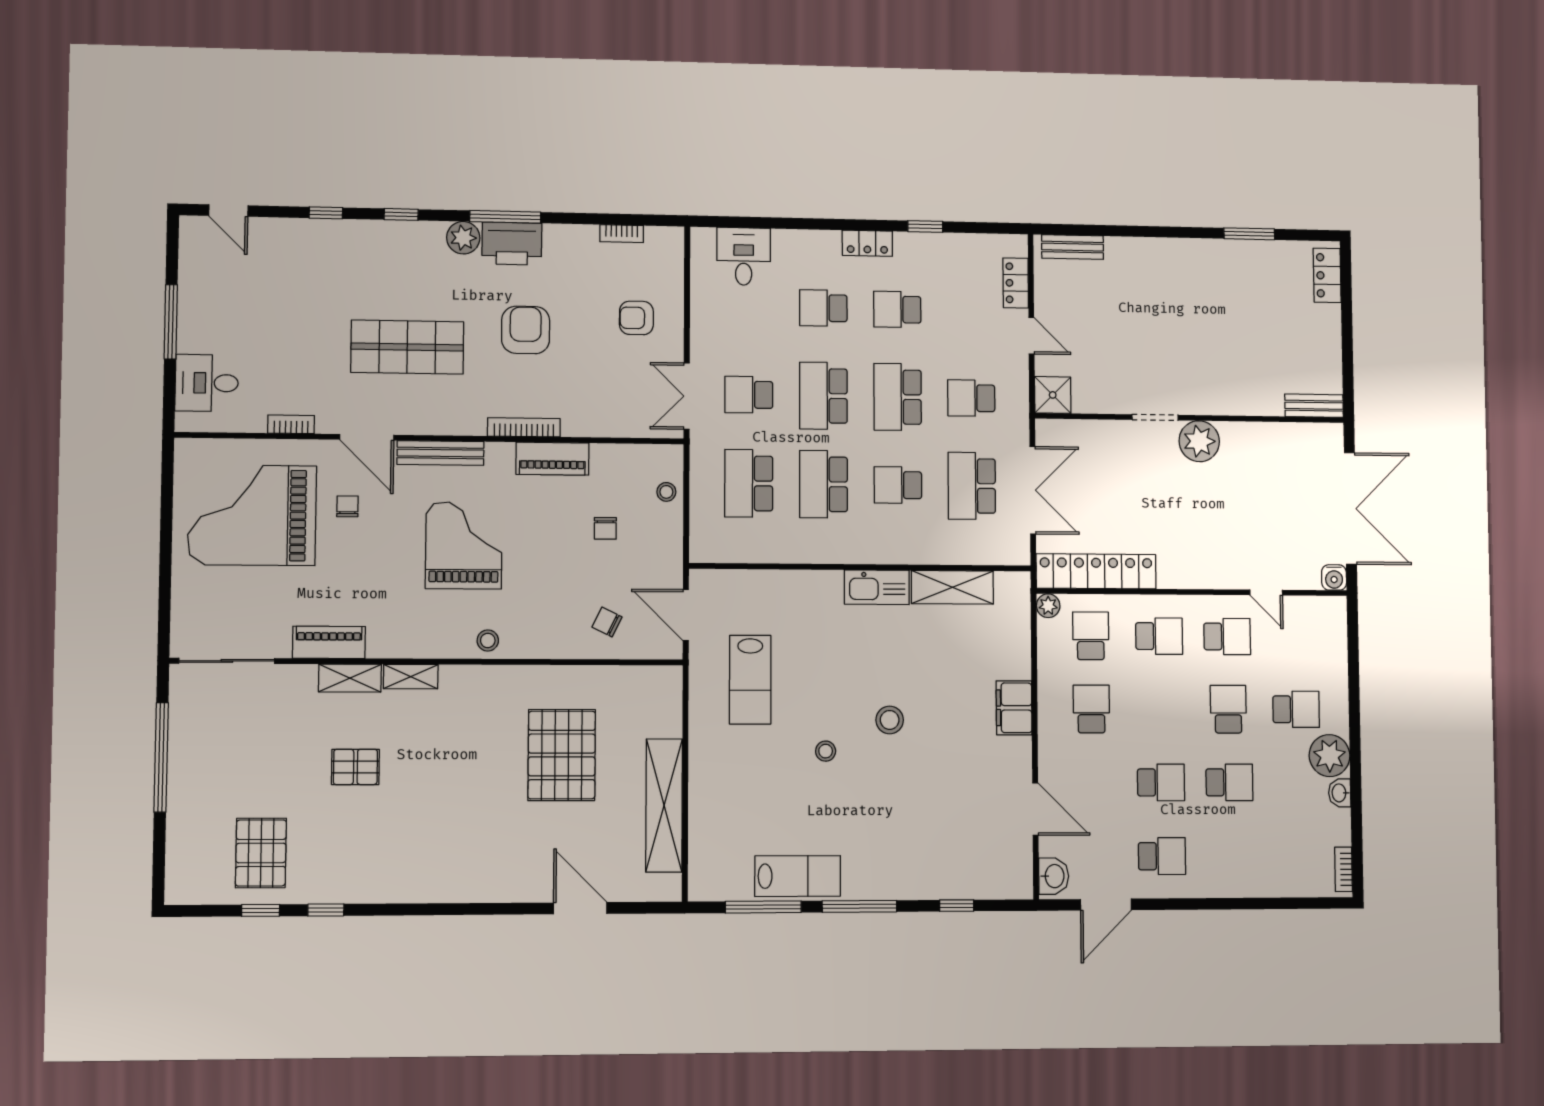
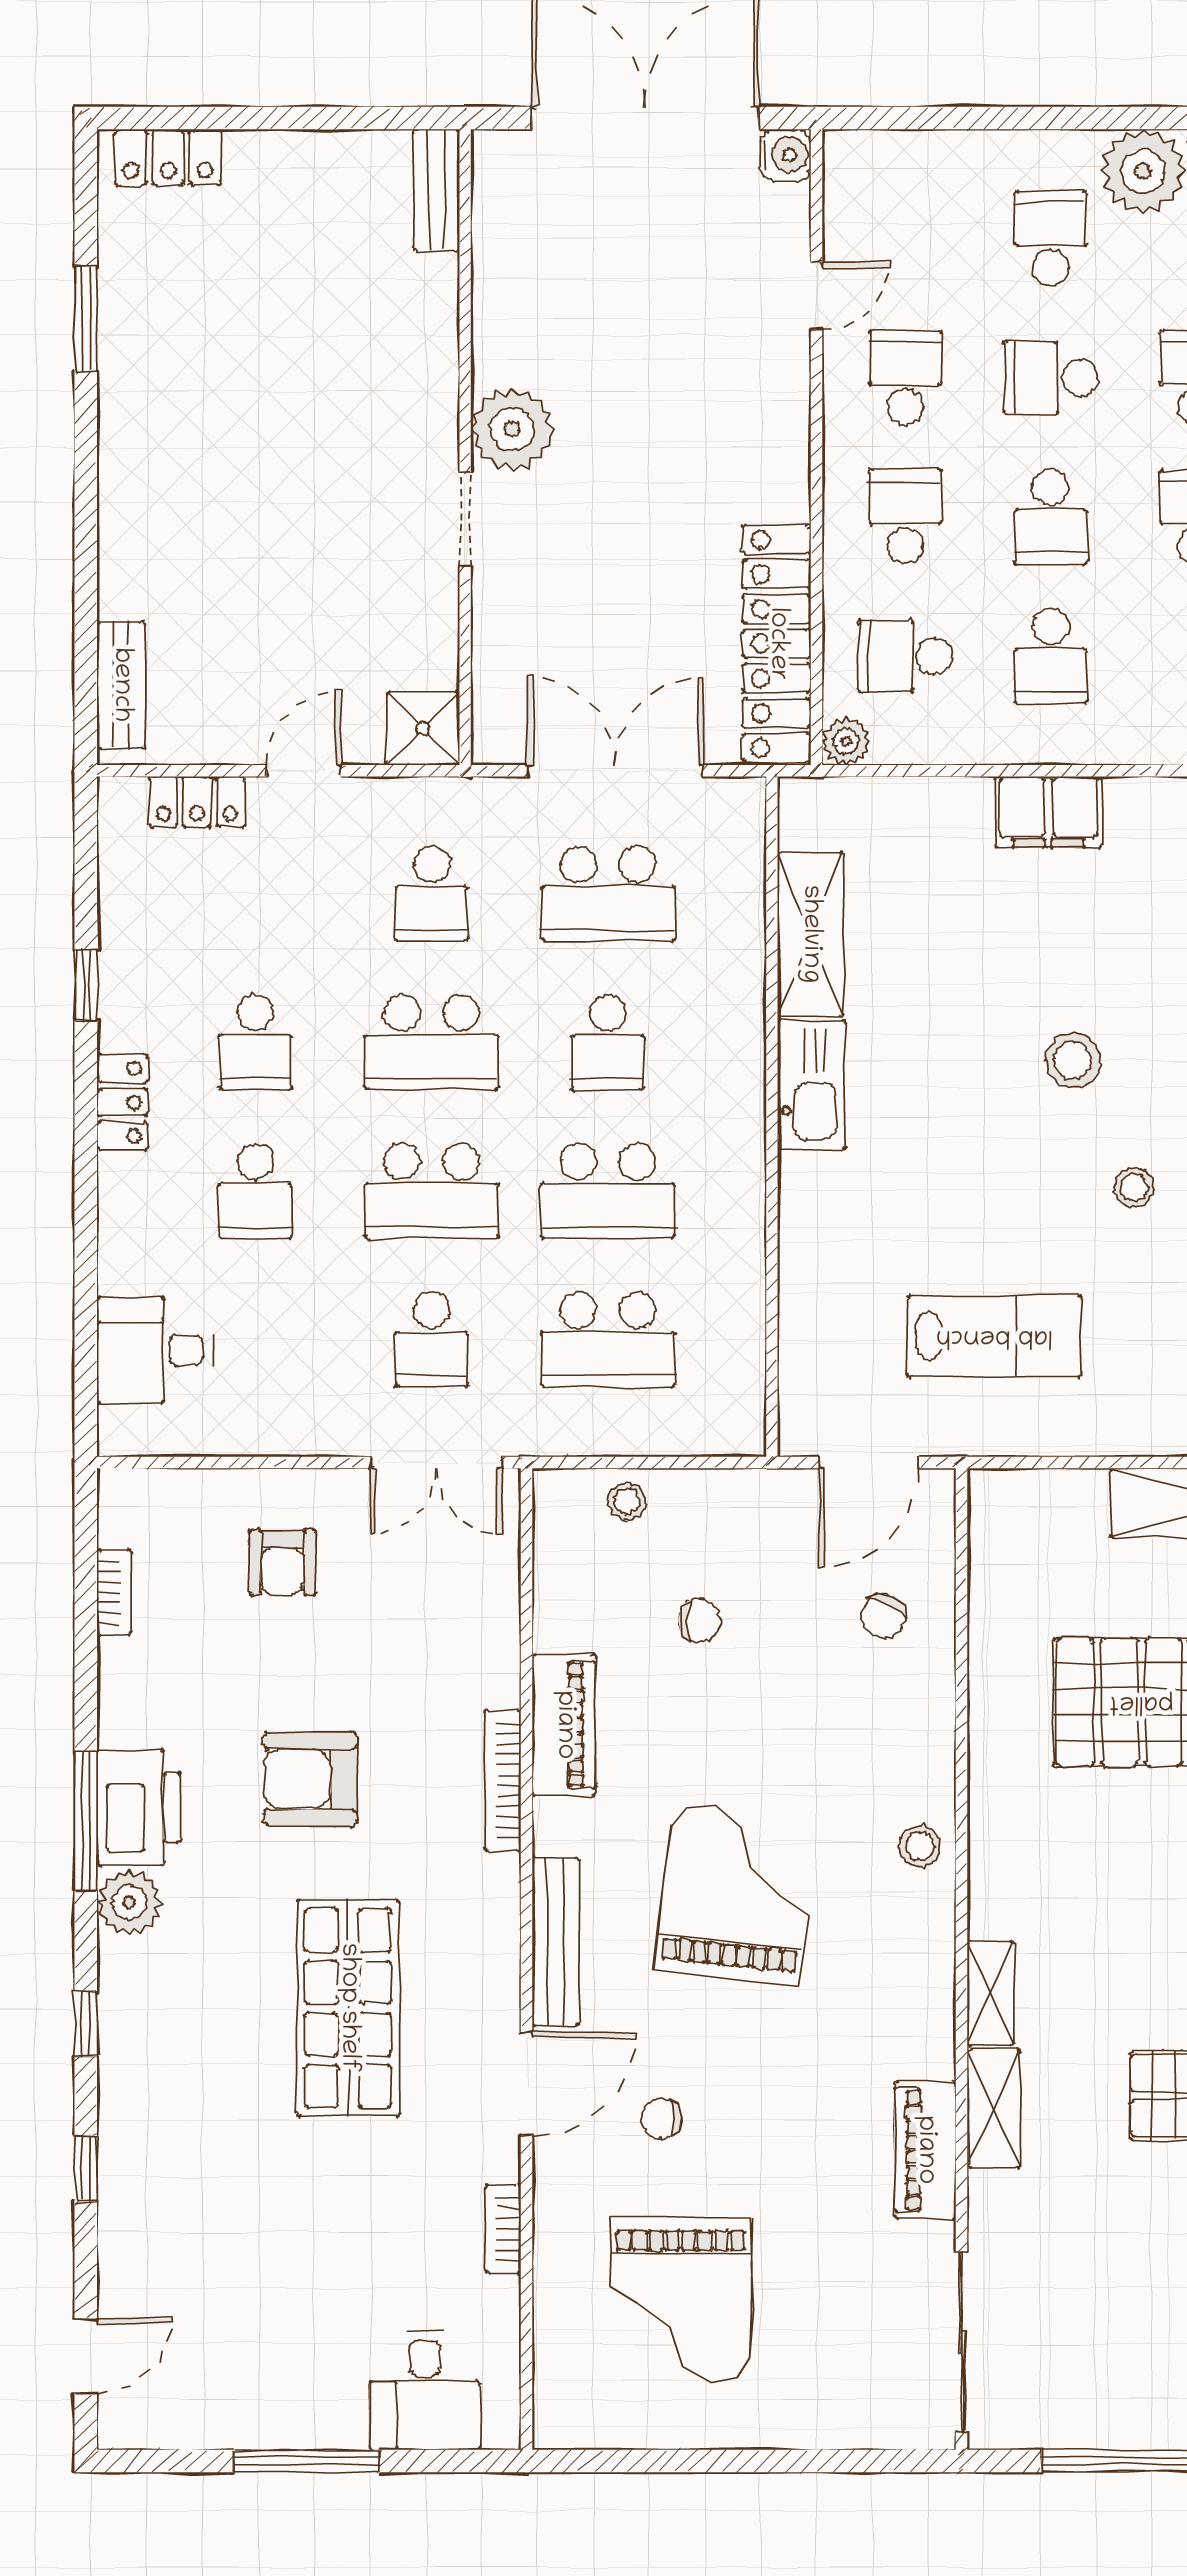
grand piano: (252, 515) -> (681, 2300), width x0.73, depth x0.68
grand piano: (464, 545) -> (736, 1894), turned 96
school desk: (1091, 709) -> (1051, 656), turned -90
school desk: (1160, 709) -> (1051, 517), added

